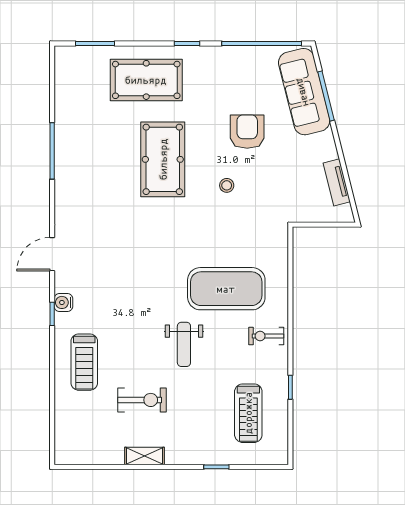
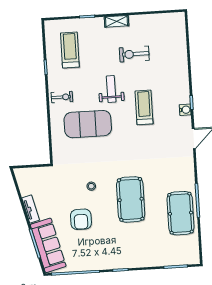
pool table: (146, 80) -> (181, 213), moved, turned 90
tv unit: (337, 182) -> (31, 209), moved
treadmill: (84, 362) -> (144, 107), moved
shelving: (144, 456) -> (117, 21), moved

